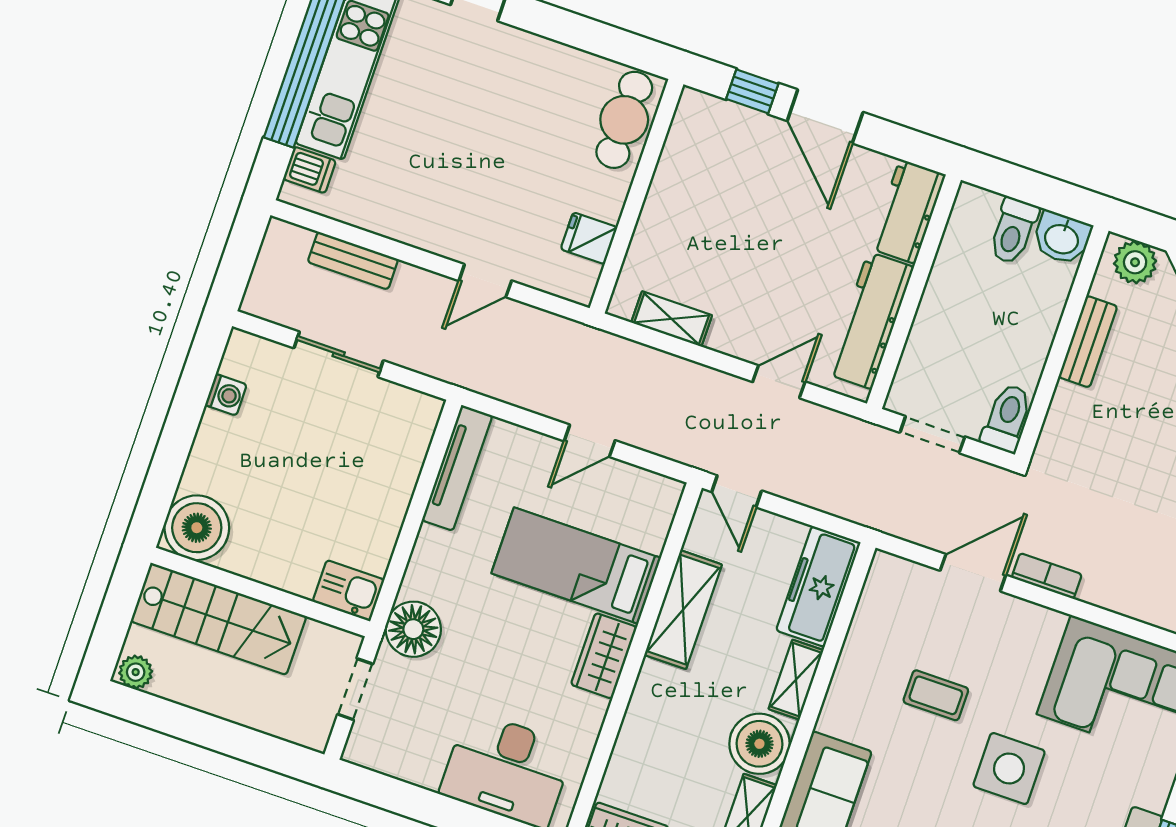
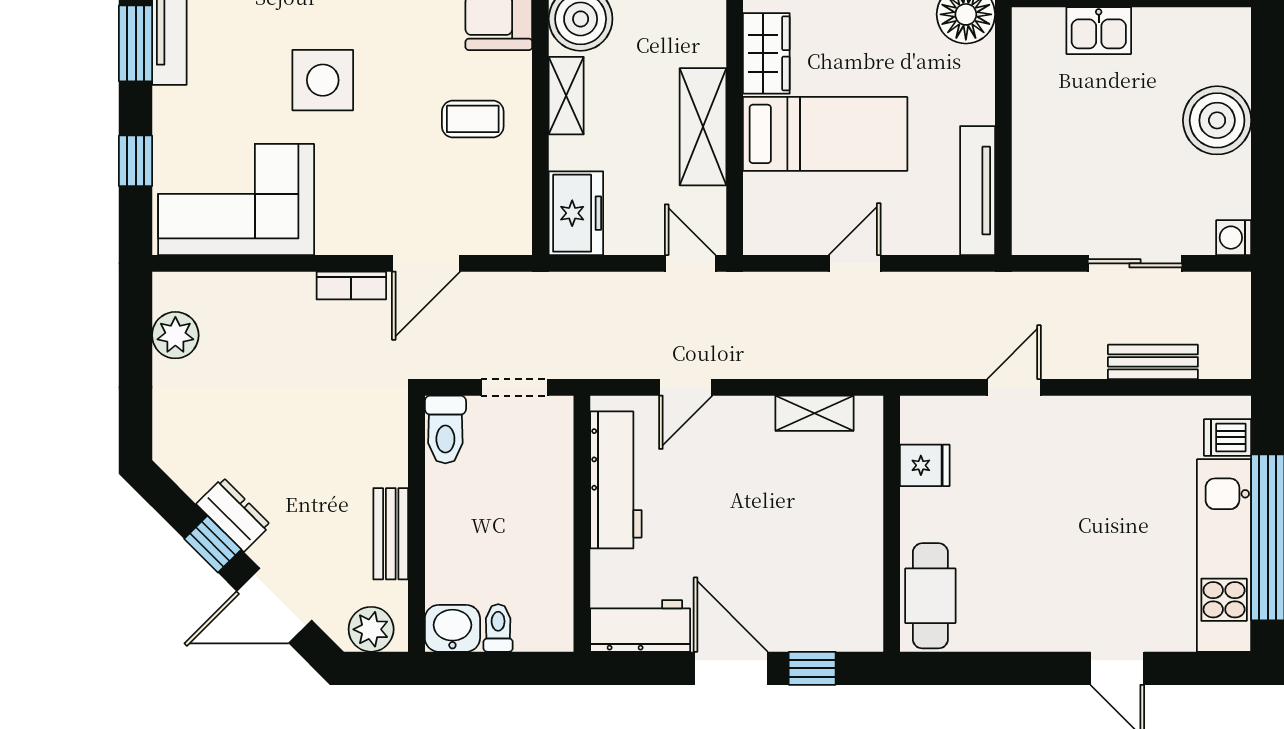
workbench: (907, 211) -> (640, 626), moved, turned -90
toilet: (1013, 231) -> (498, 628), width x0.73, depth x0.72
washing machine: (226, 395) -> (1234, 238), moved
boiler: (197, 528) -> (1217, 120), moved
freezer: (818, 586) -> (576, 213), width x0.71
kitchen sink: (348, 591) -> (1099, 31), moved
coffee table: (936, 695) -> (473, 119), moved

